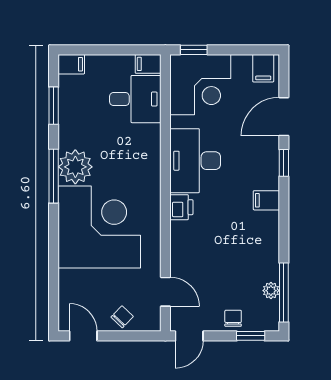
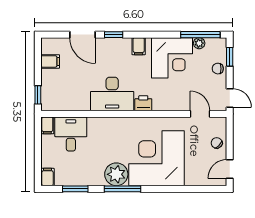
filing cabinet: (263, 68) -> (50, 61), moved
corner desk: (200, 85) -> (172, 58), moved, turned 90
door: (165, 292) -> (200, 114), hinge flipped

